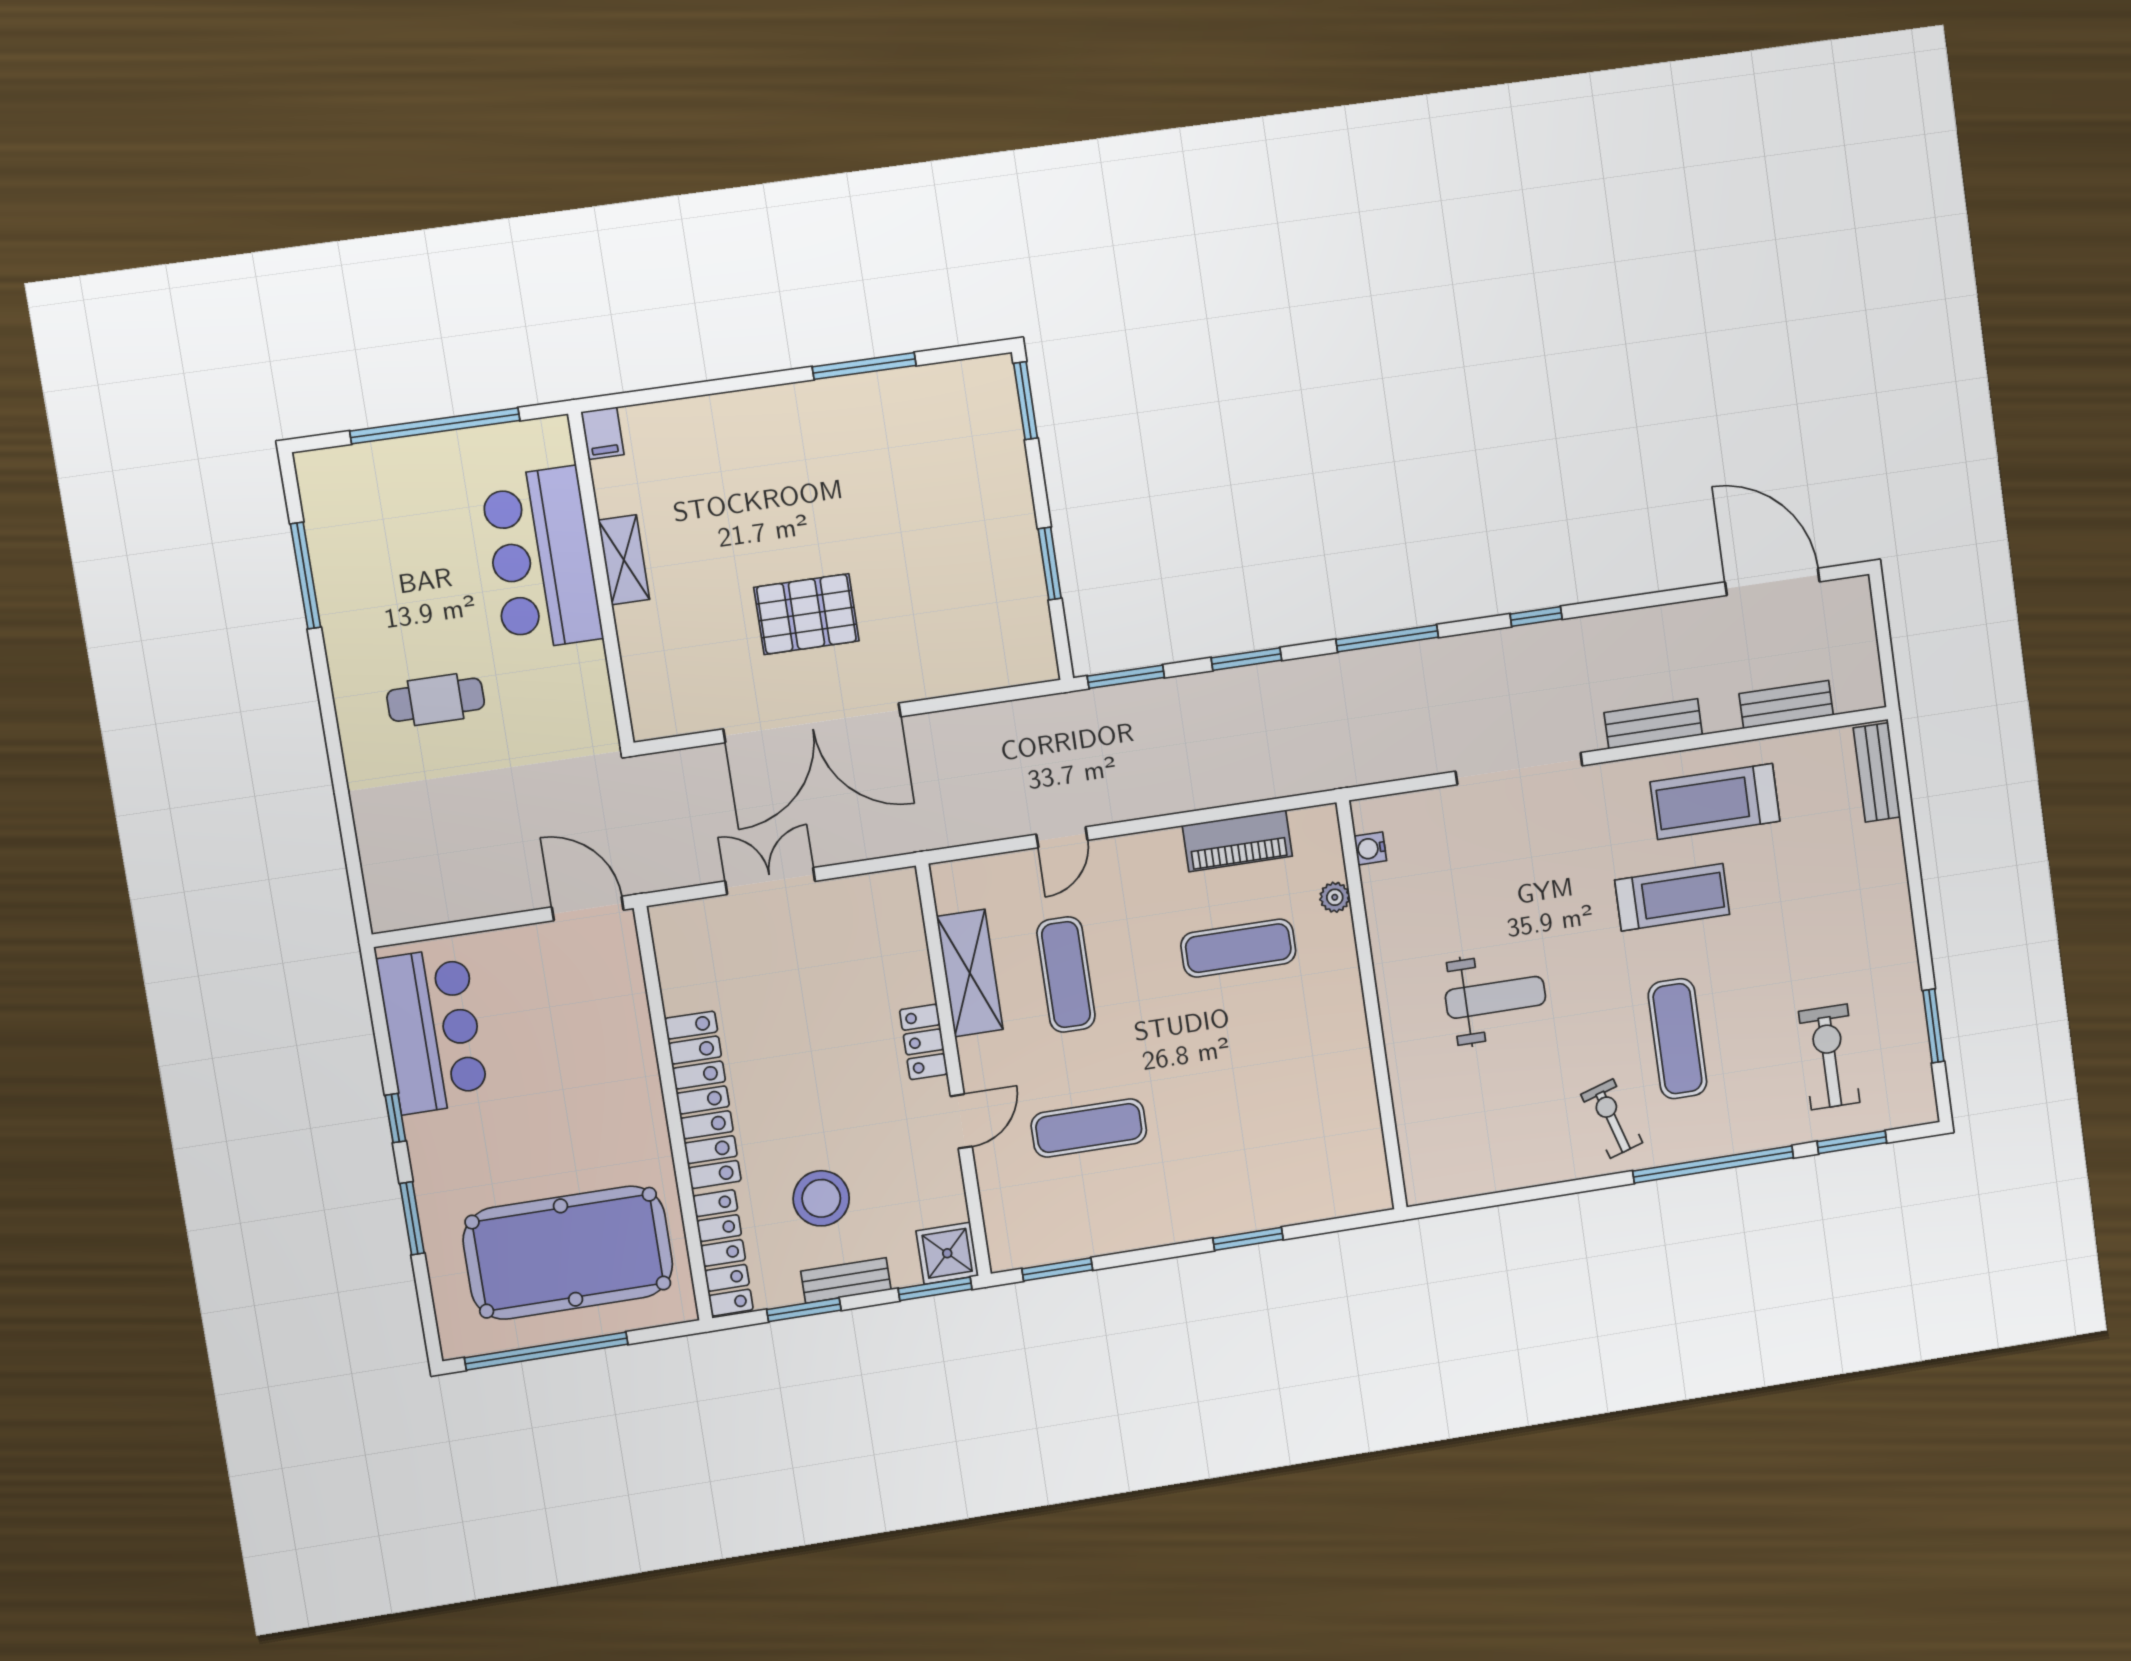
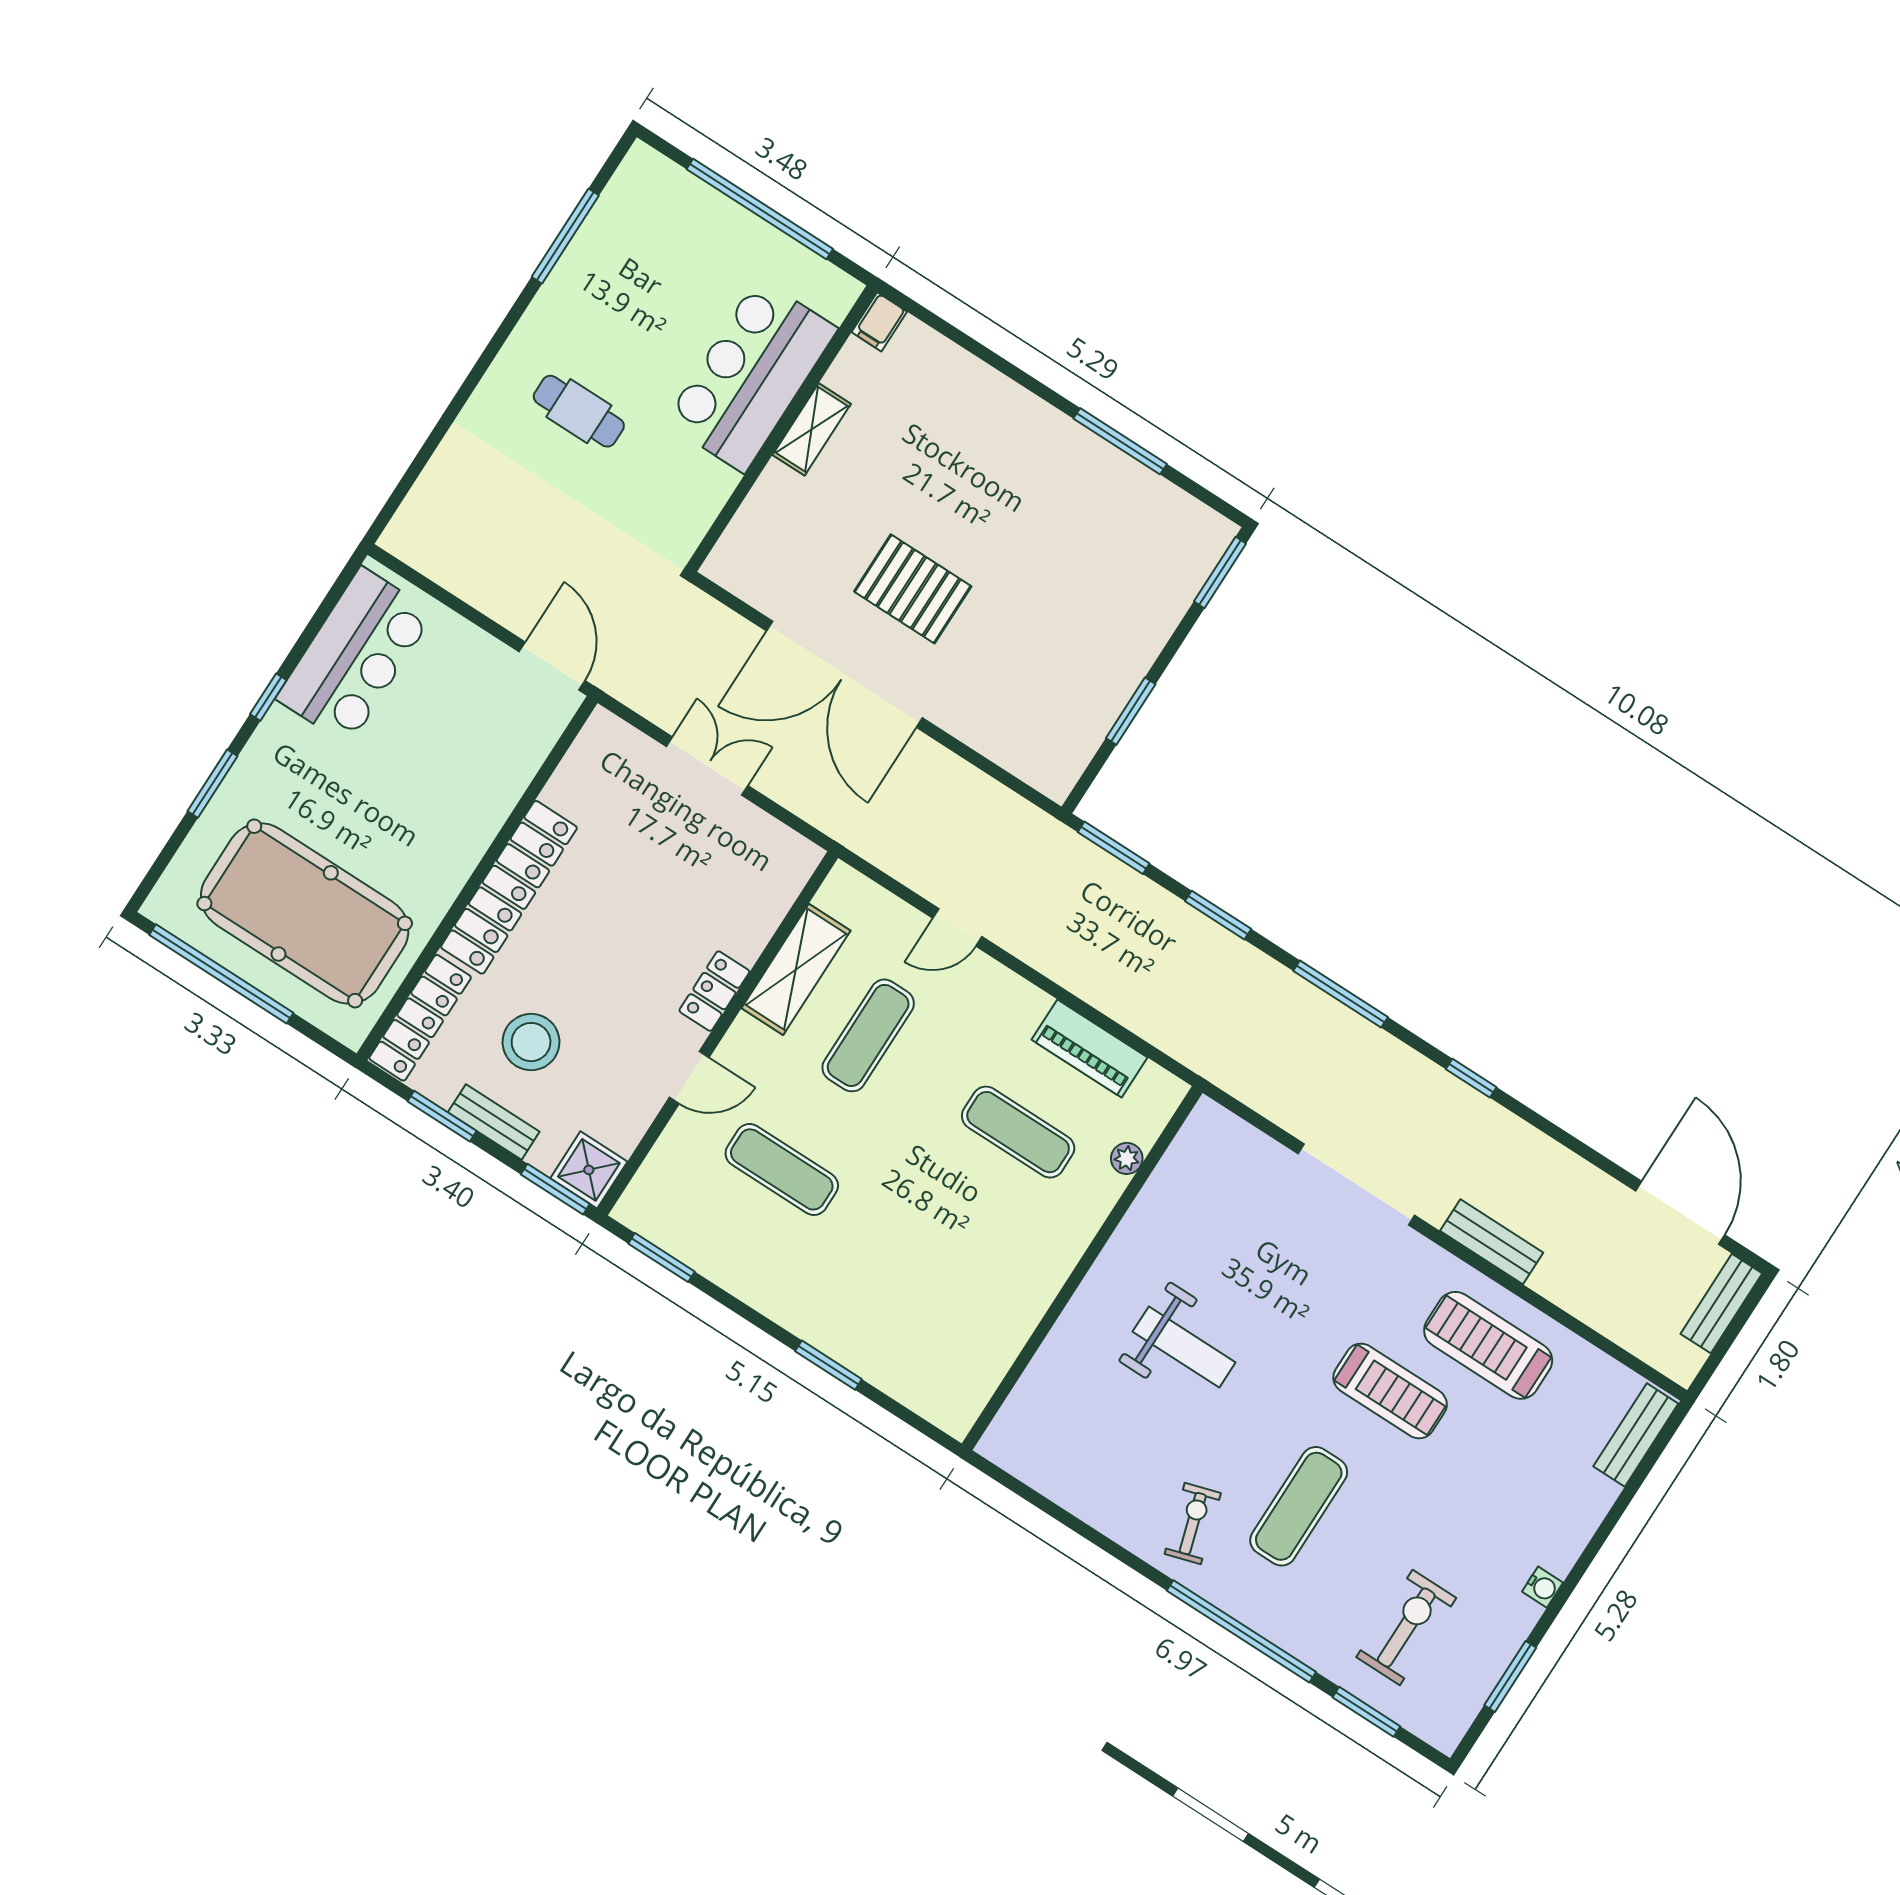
bench: (1786, 704) -> (1721, 1304), moved, turned 90
water cooler: (1370, 848) -> (1542, 1587), moved, turned 180

